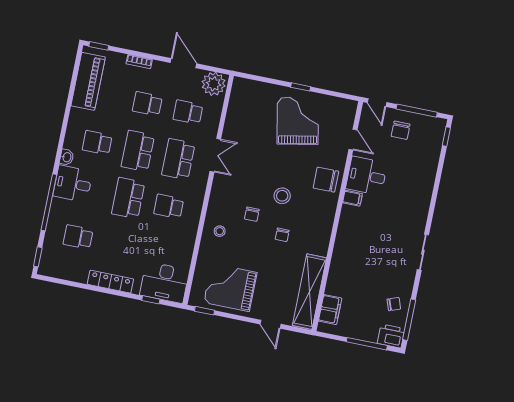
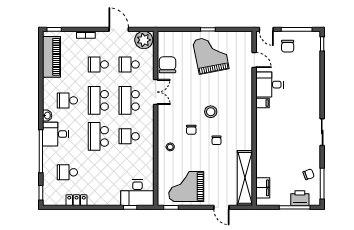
chair: (326, 180) -> (167, 65), moved, turned 90
locker: (110, 282) -> (77, 200), moved, width x0.66
printer: (391, 336) -> (300, 198), moved

